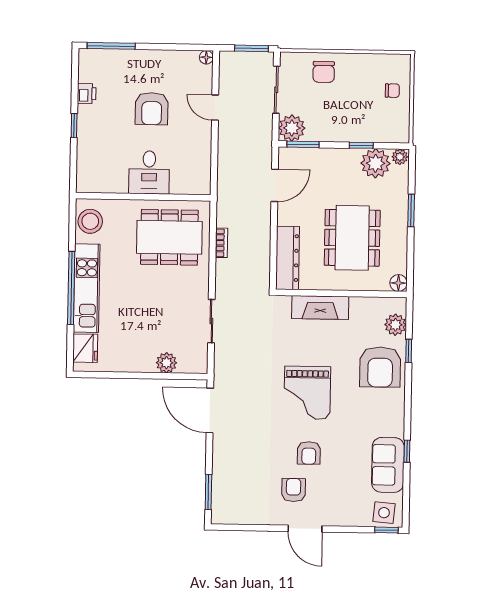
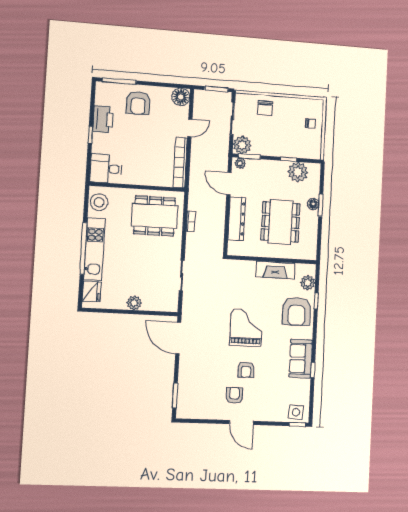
floor lamp: (206, 57) -> (181, 97), width x1.89, depth x1.89
printer: (87, 94) -> (103, 119), width x1.87, depth x1.48
door: (215, 108) -> (190, 128), swing flipped
armchair: (152, 109) -> (138, 103), moved
plant: (400, 157) -> (240, 163), moved
bookcase: (203, 159) -> (180, 163), added
desk: (149, 172) -> (106, 169), moved, turned 90
door: (275, 185) -> (229, 184), swing flipped
dresser: (288, 258) -> (237, 219), moved
floor lamp: (398, 283) -> (313, 204), moved
fireplace: (320, 308) -> (275, 270), moved
plant: (166, 363) -> (134, 303), moved
grand piano: (307, 393) -> (246, 328), turned 180
sofa: (388, 465) -> (301, 359), moved

